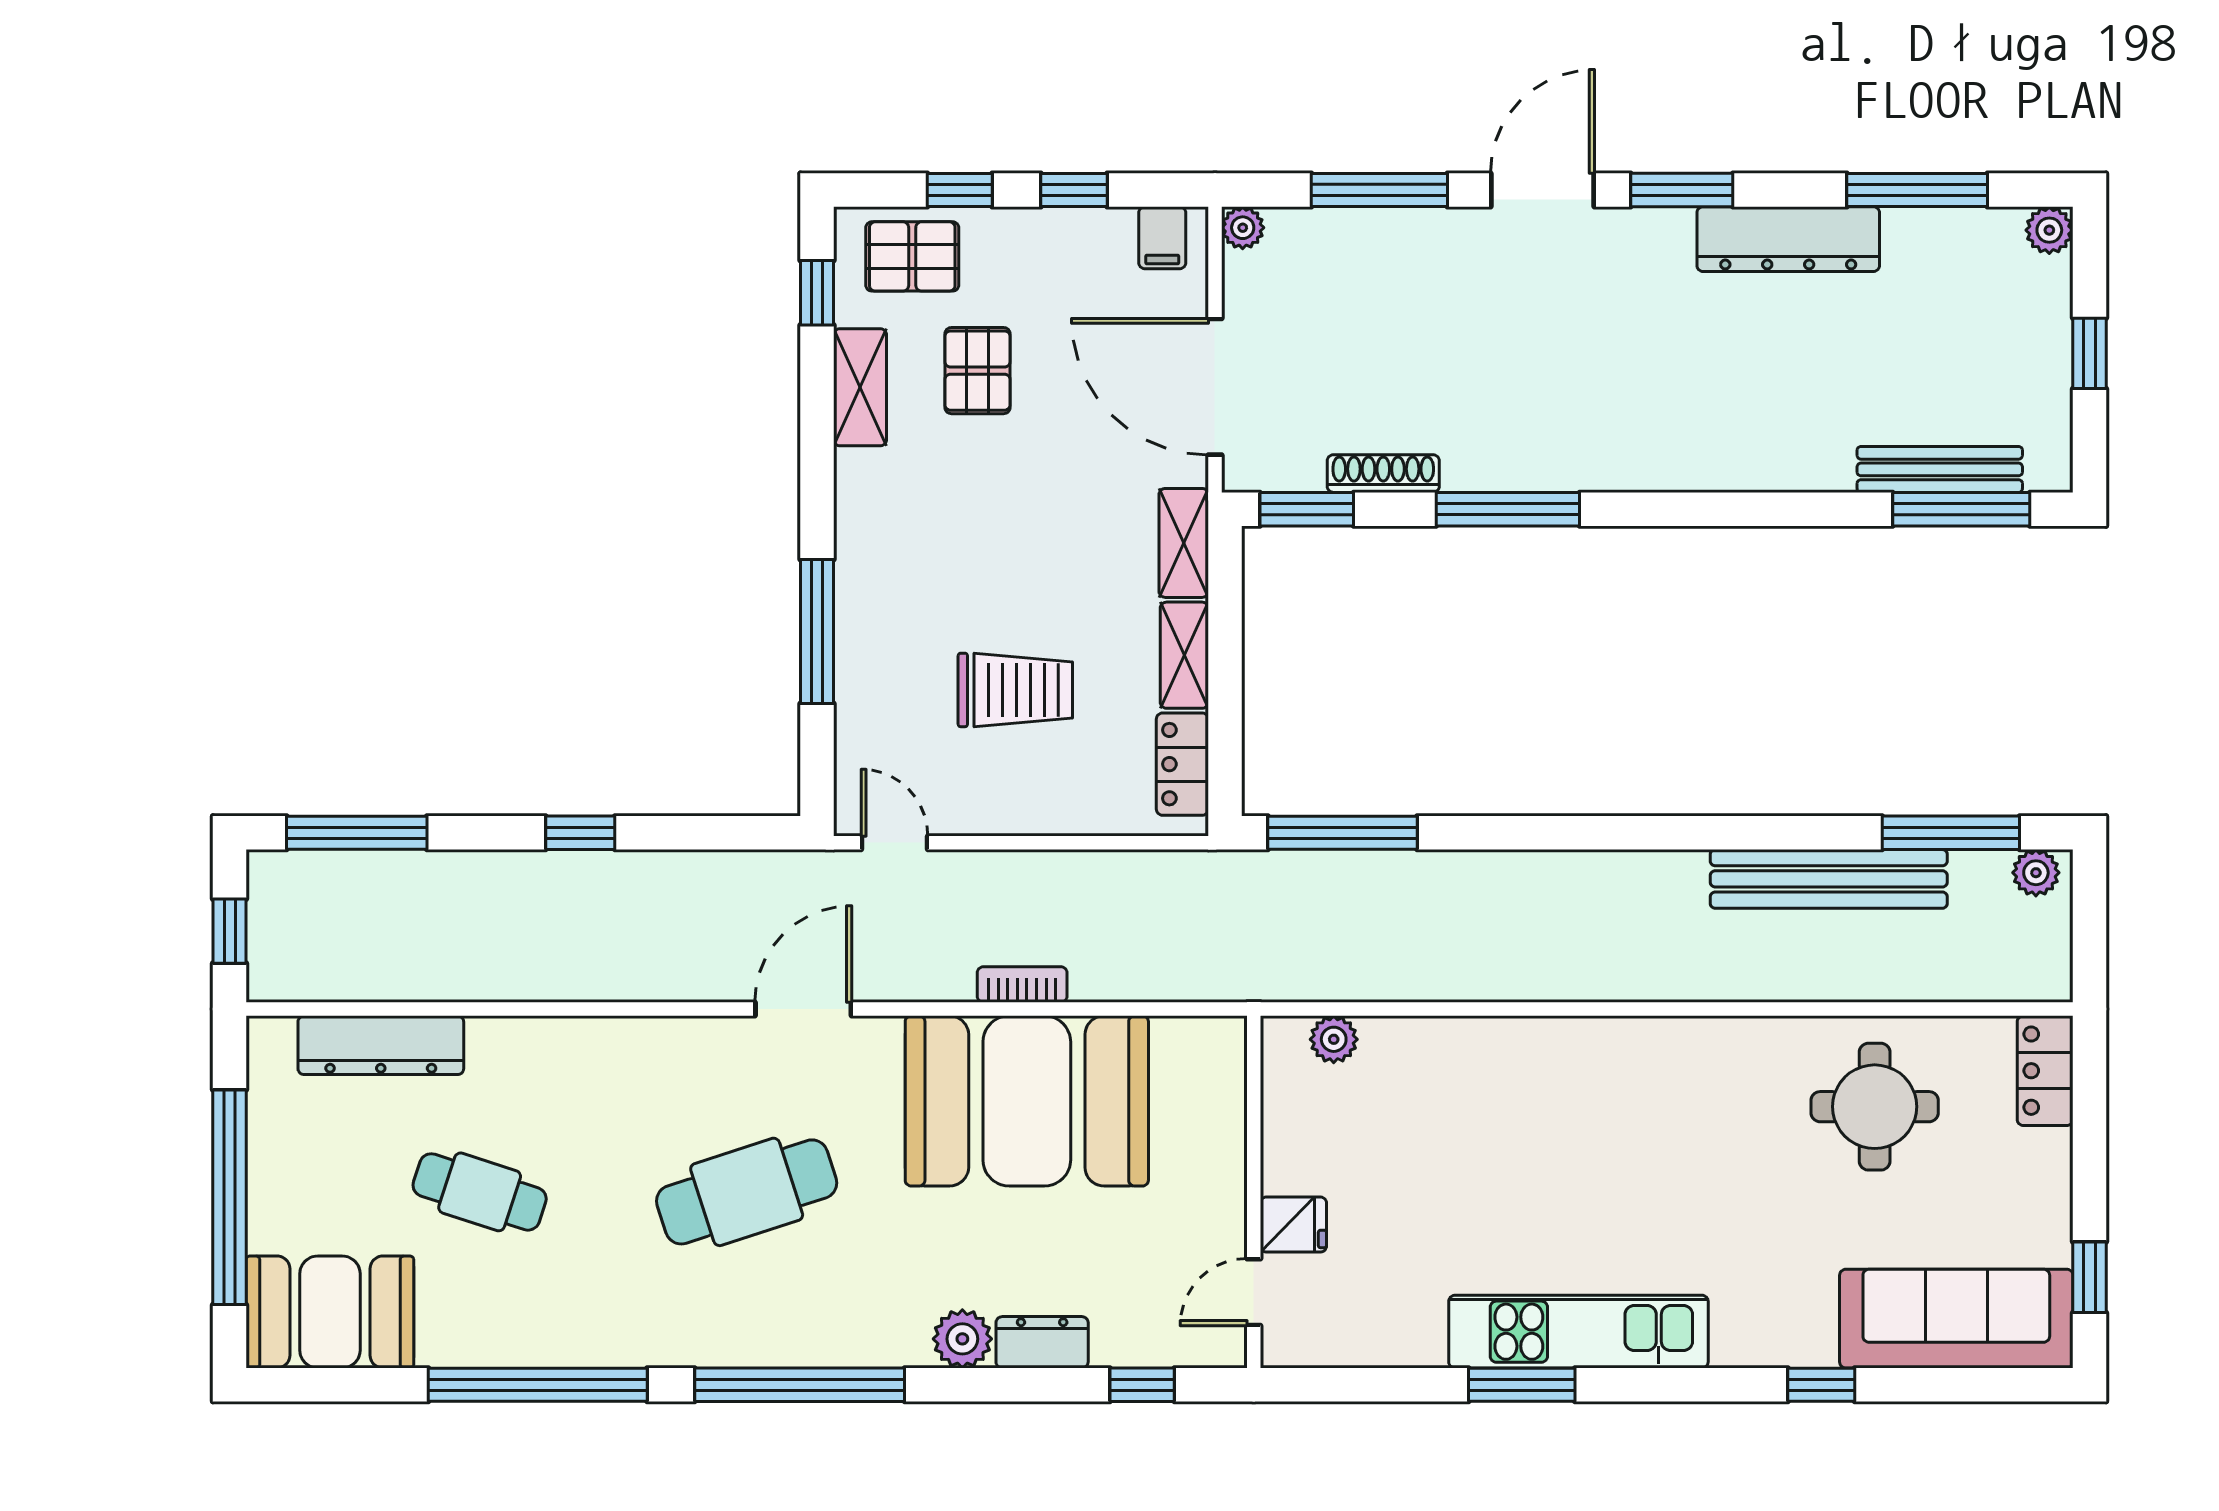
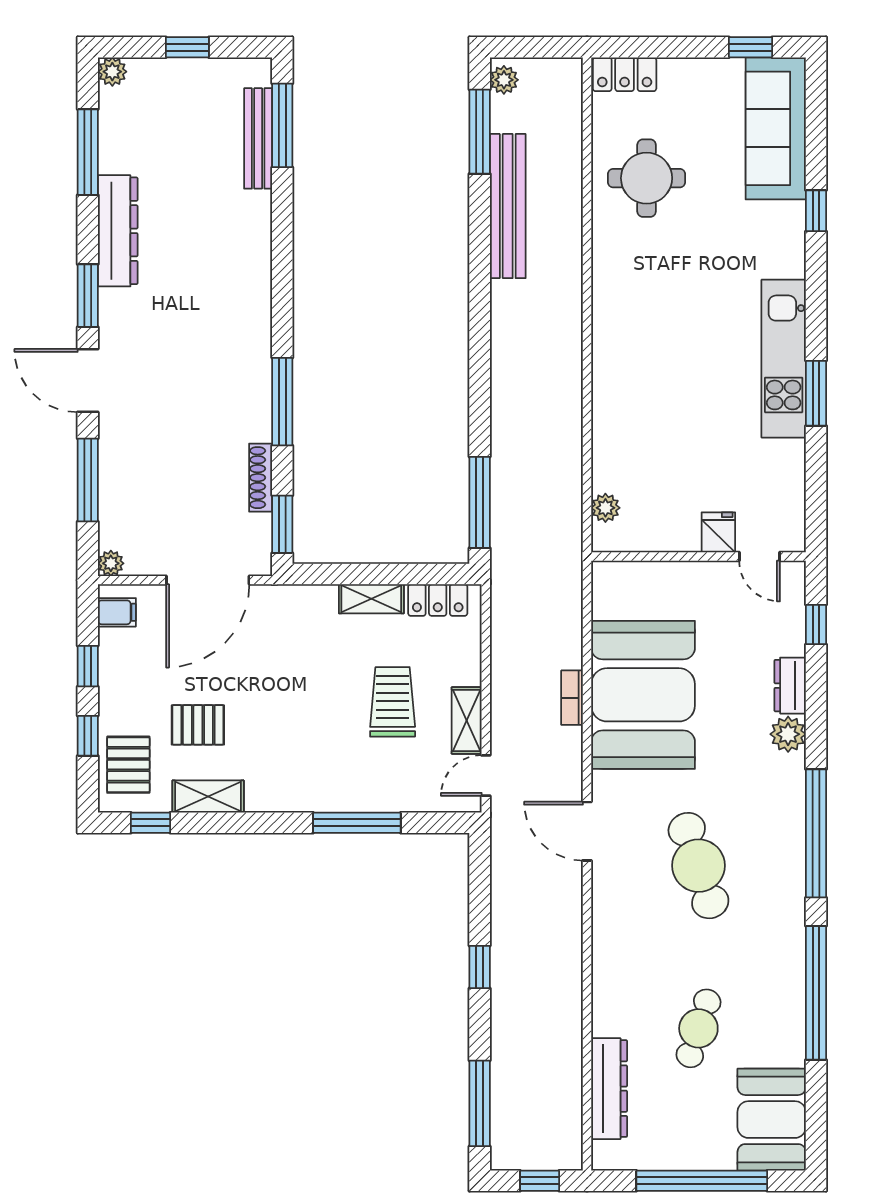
shelving: (1184, 543) -> (467, 720), moved, turned 90

